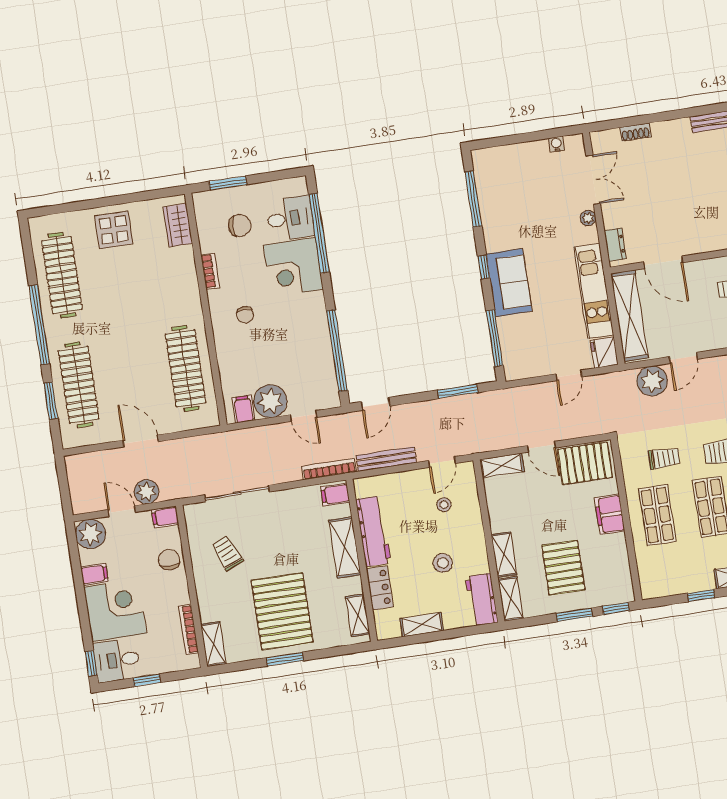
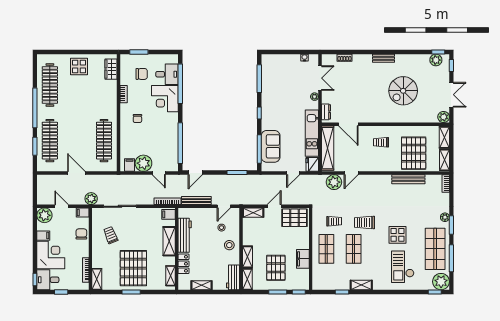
sofa: (509, 283) -> (271, 146), moved
door: (541, 447) -> (274, 206), swing flipped
plant: (146, 492) -> (91, 199), moved
filing cabinet: (610, 515) -> (303, 259), moved
stool: (443, 563) -> (229, 245), moved

